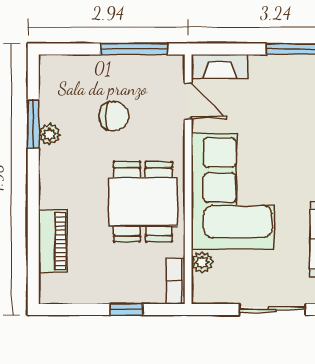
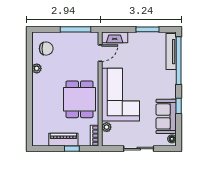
door: (188, 101) -> (100, 53), hinge flipped
chair: (114, 116) -> (46, 49), moved
window: (33, 124) -> (29, 64), removed
piano: (53, 241) -> (63, 140), moved, turned -90

